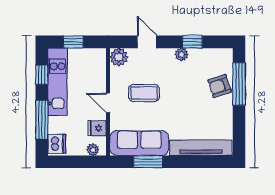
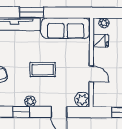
coffee table: (144, 93) -> (43, 70), moved
door: (108, 103) -> (91, 74), moved
window: (148, 162) -> (32, 12), moved

